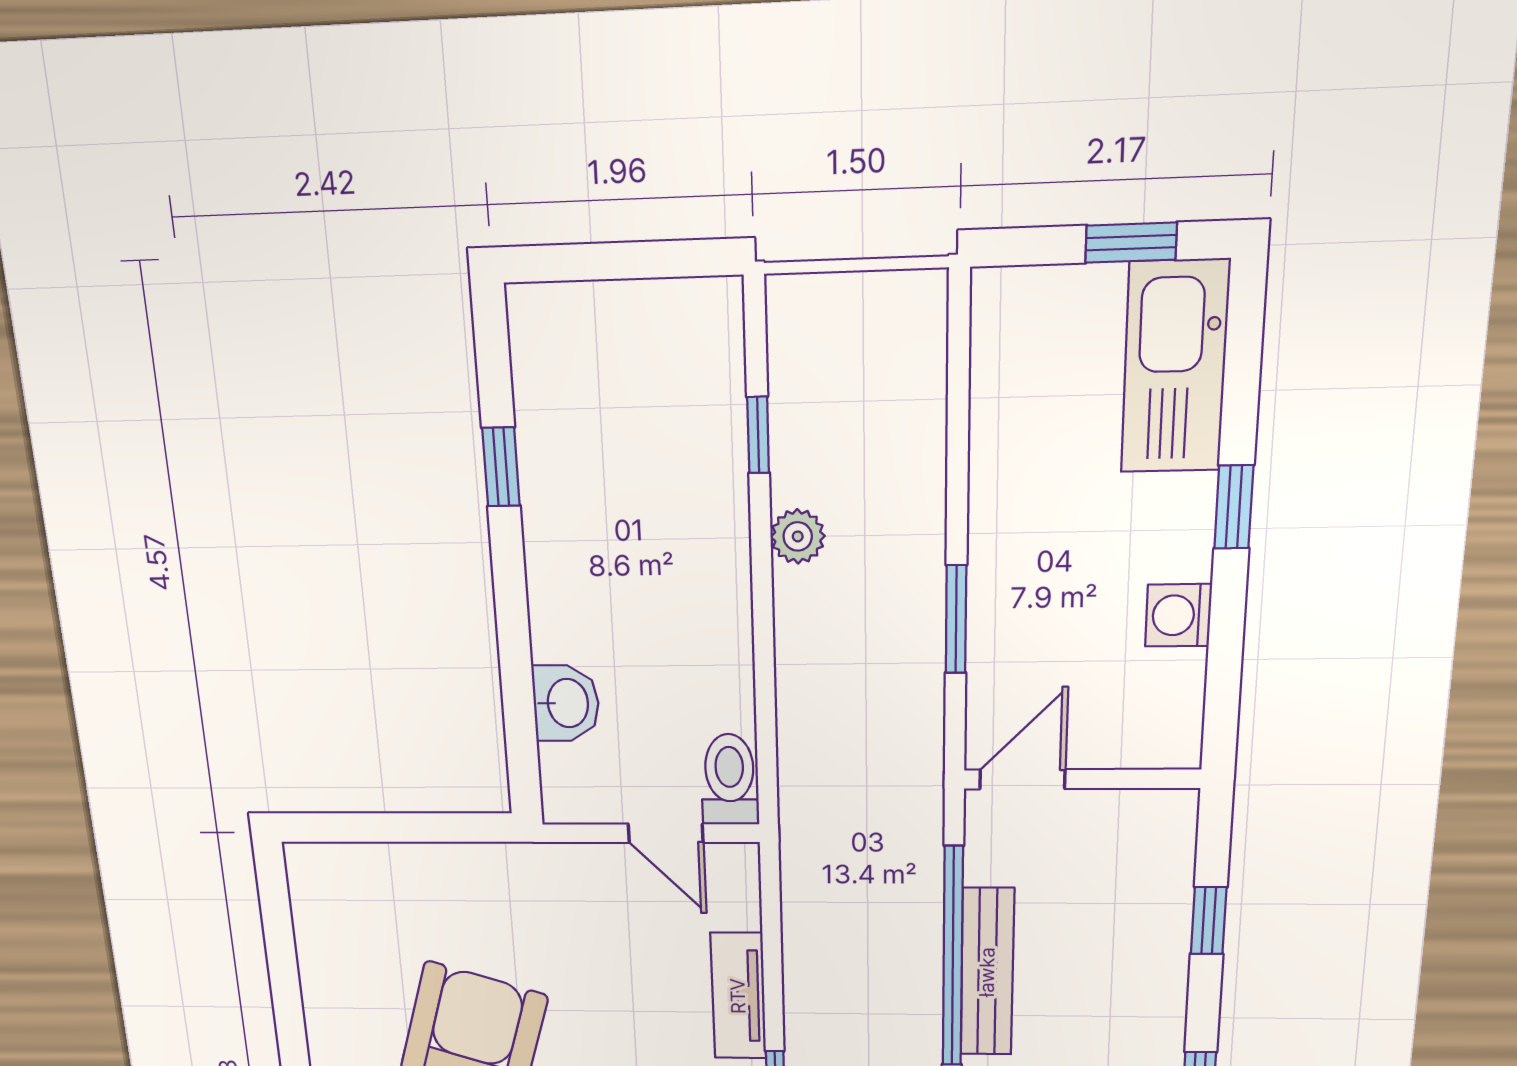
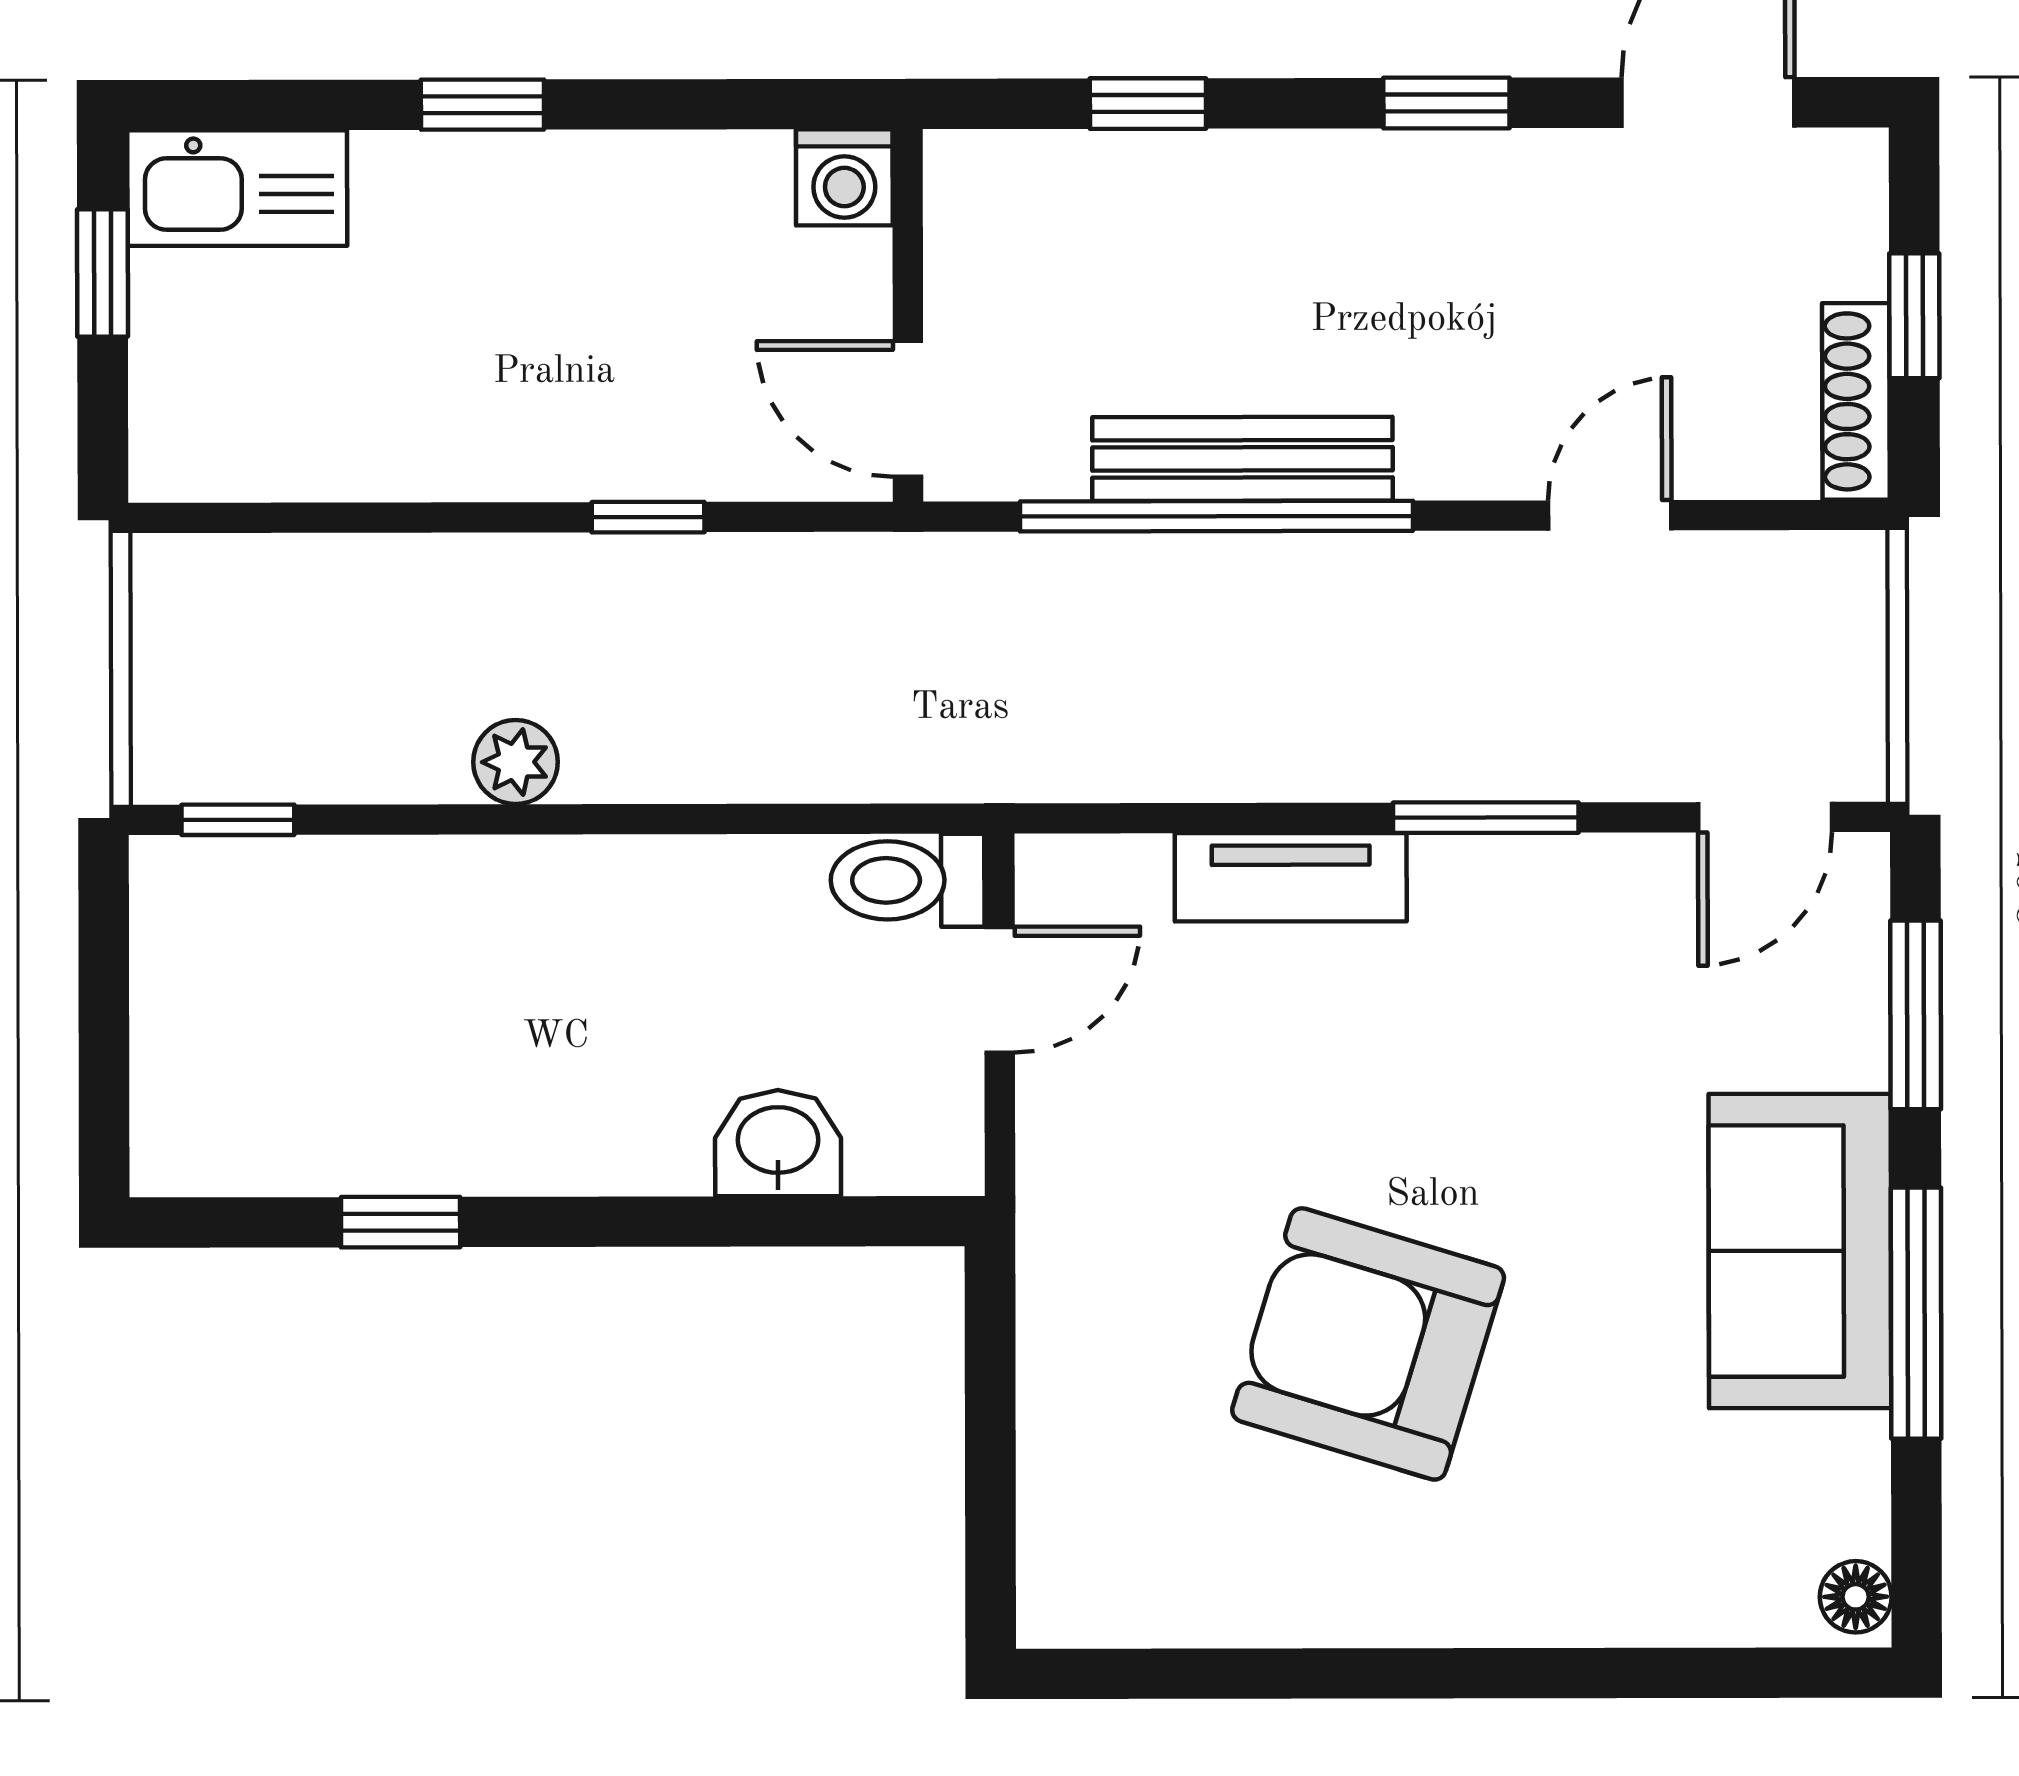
kitchen sink: (1175, 367) -> (237, 188), width x0.73, depth x0.81
window: (758, 435) -> (238, 820), moved
washing machine: (1178, 615) -> (844, 177), moved
window: (956, 619) -> (648, 517), width x0.67

